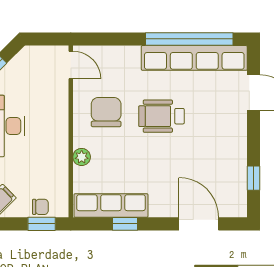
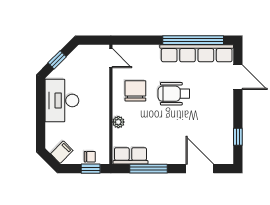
row of seats: (111, 206) -> (130, 156), width x0.68
window: (125, 224) -> (149, 169), width x2.17

